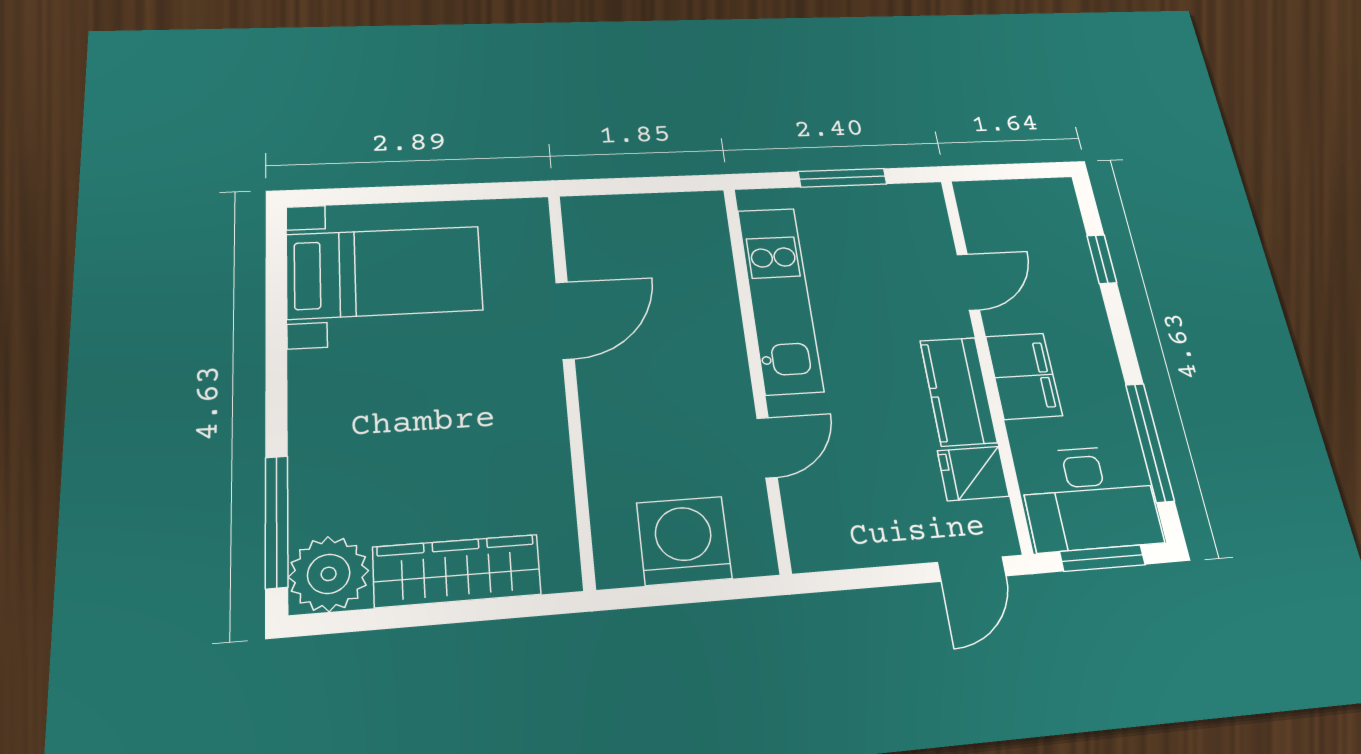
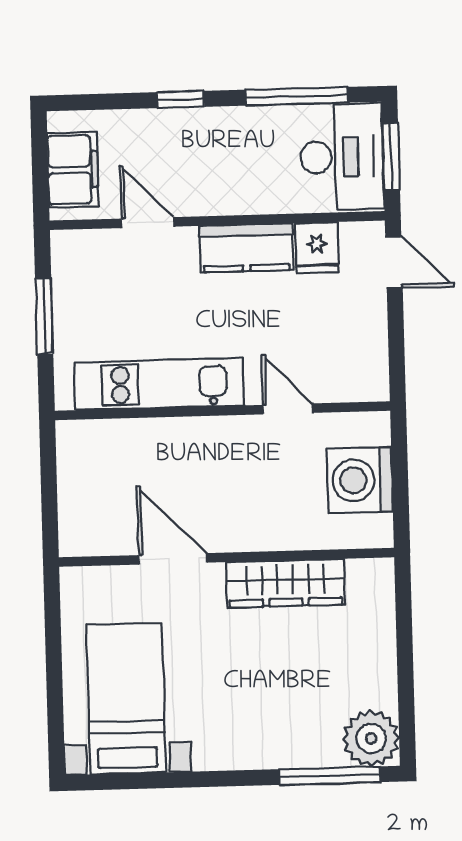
window: (1102, 259) -> (181, 99), moved
filing cabinet: (1024, 376) -> (73, 170), moved, turned 90
wardrobe: (457, 571) -> (285, 583), moved, turned -90

